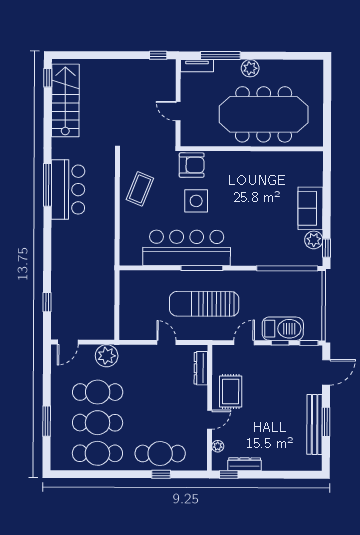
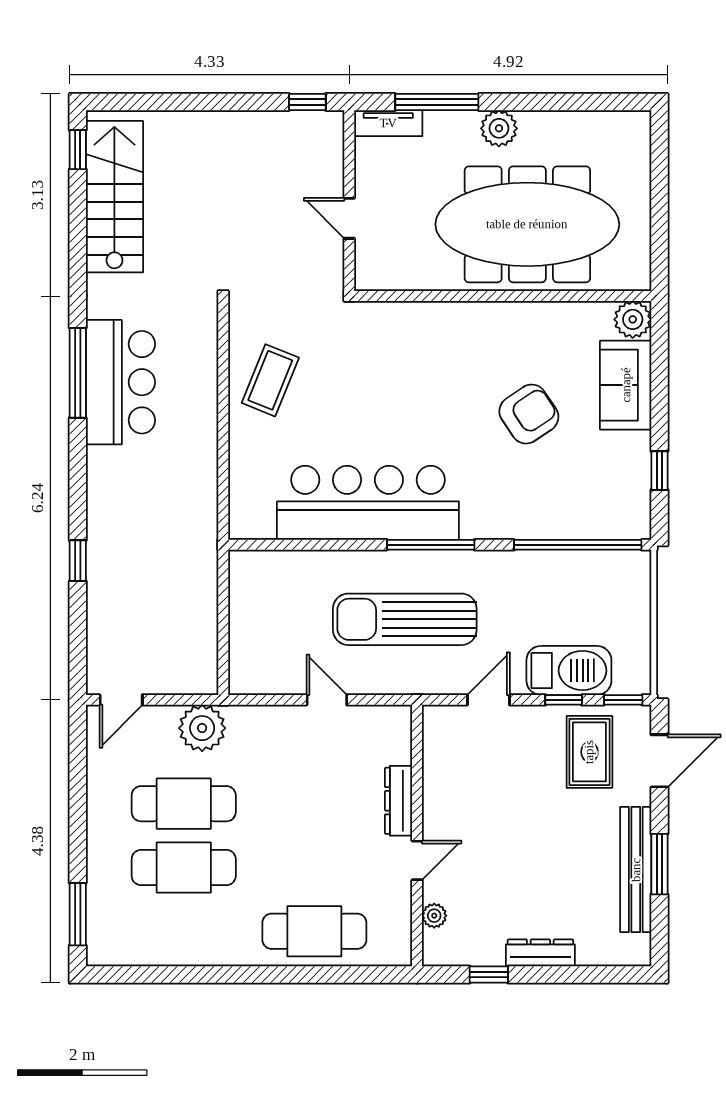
armchair: (192, 165) -> (529, 414), moved, turned -34
side table: (196, 201) -> (388, 405), removed
sofa: (310, 208) -> (626, 385), moved
plant: (314, 240) -> (633, 319), moved
window: (327, 248) -> (659, 471), moved
window: (202, 268) -> (431, 545), moved
window: (47, 302) -> (78, 561), moved
dresser: (201, 368) -> (399, 801), moved
rug: (231, 392) -> (589, 752), moved
window: (47, 421) -> (78, 914), moved
cafe table: (97, 453) -> (184, 931), removed
dresser: (245, 464) -> (540, 953), moved
window: (161, 474) -> (316, 975), removed
window: (229, 475) -> (489, 975), moved

